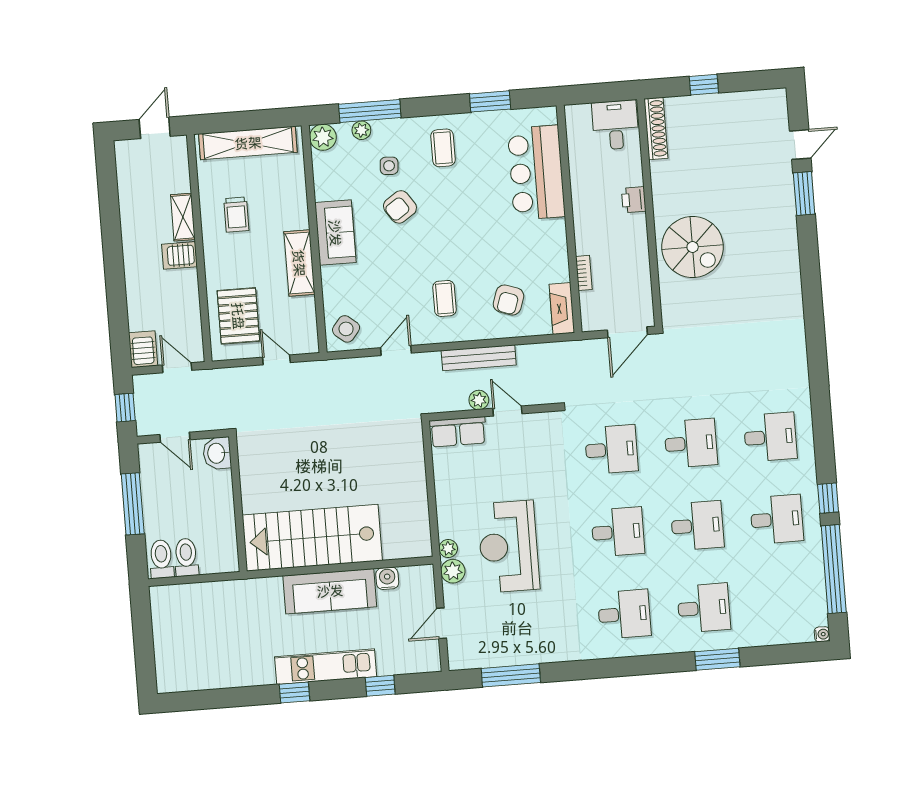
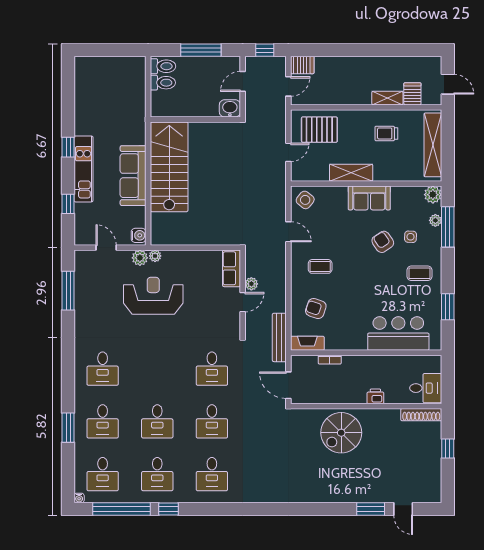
server rack: (179, 255) -> (412, 94), moved
bench: (479, 358) -> (279, 337), moved
desk: (618, 532) -> (103, 474), moved
water cooler: (387, 578) -> (139, 235), moved

